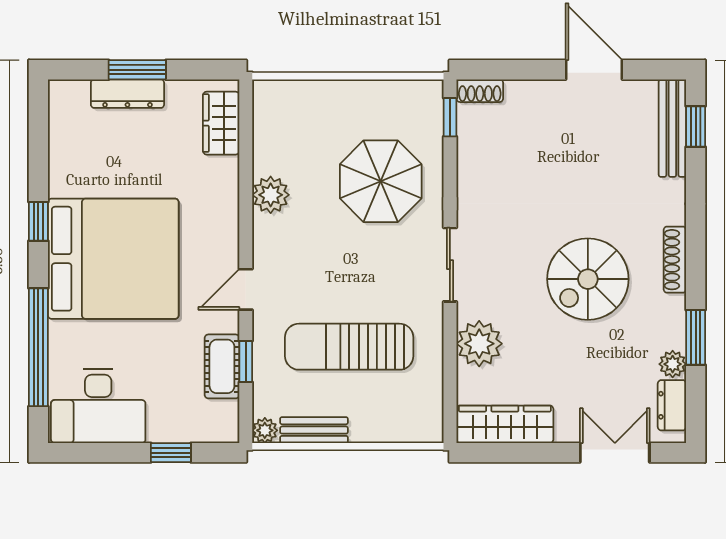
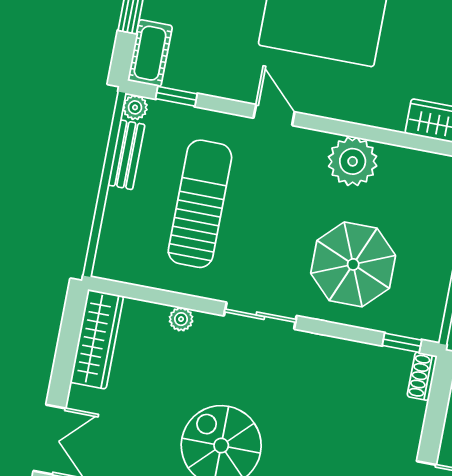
plant: (271, 195) -> (353, 161), width x1.36, depth x1.36
plant: (479, 344) -> (181, 319), width x0.53, depth x0.53
window: (246, 361) -> (176, 96), moved
cot: (222, 366) -> (150, 53), moved, turned 90

